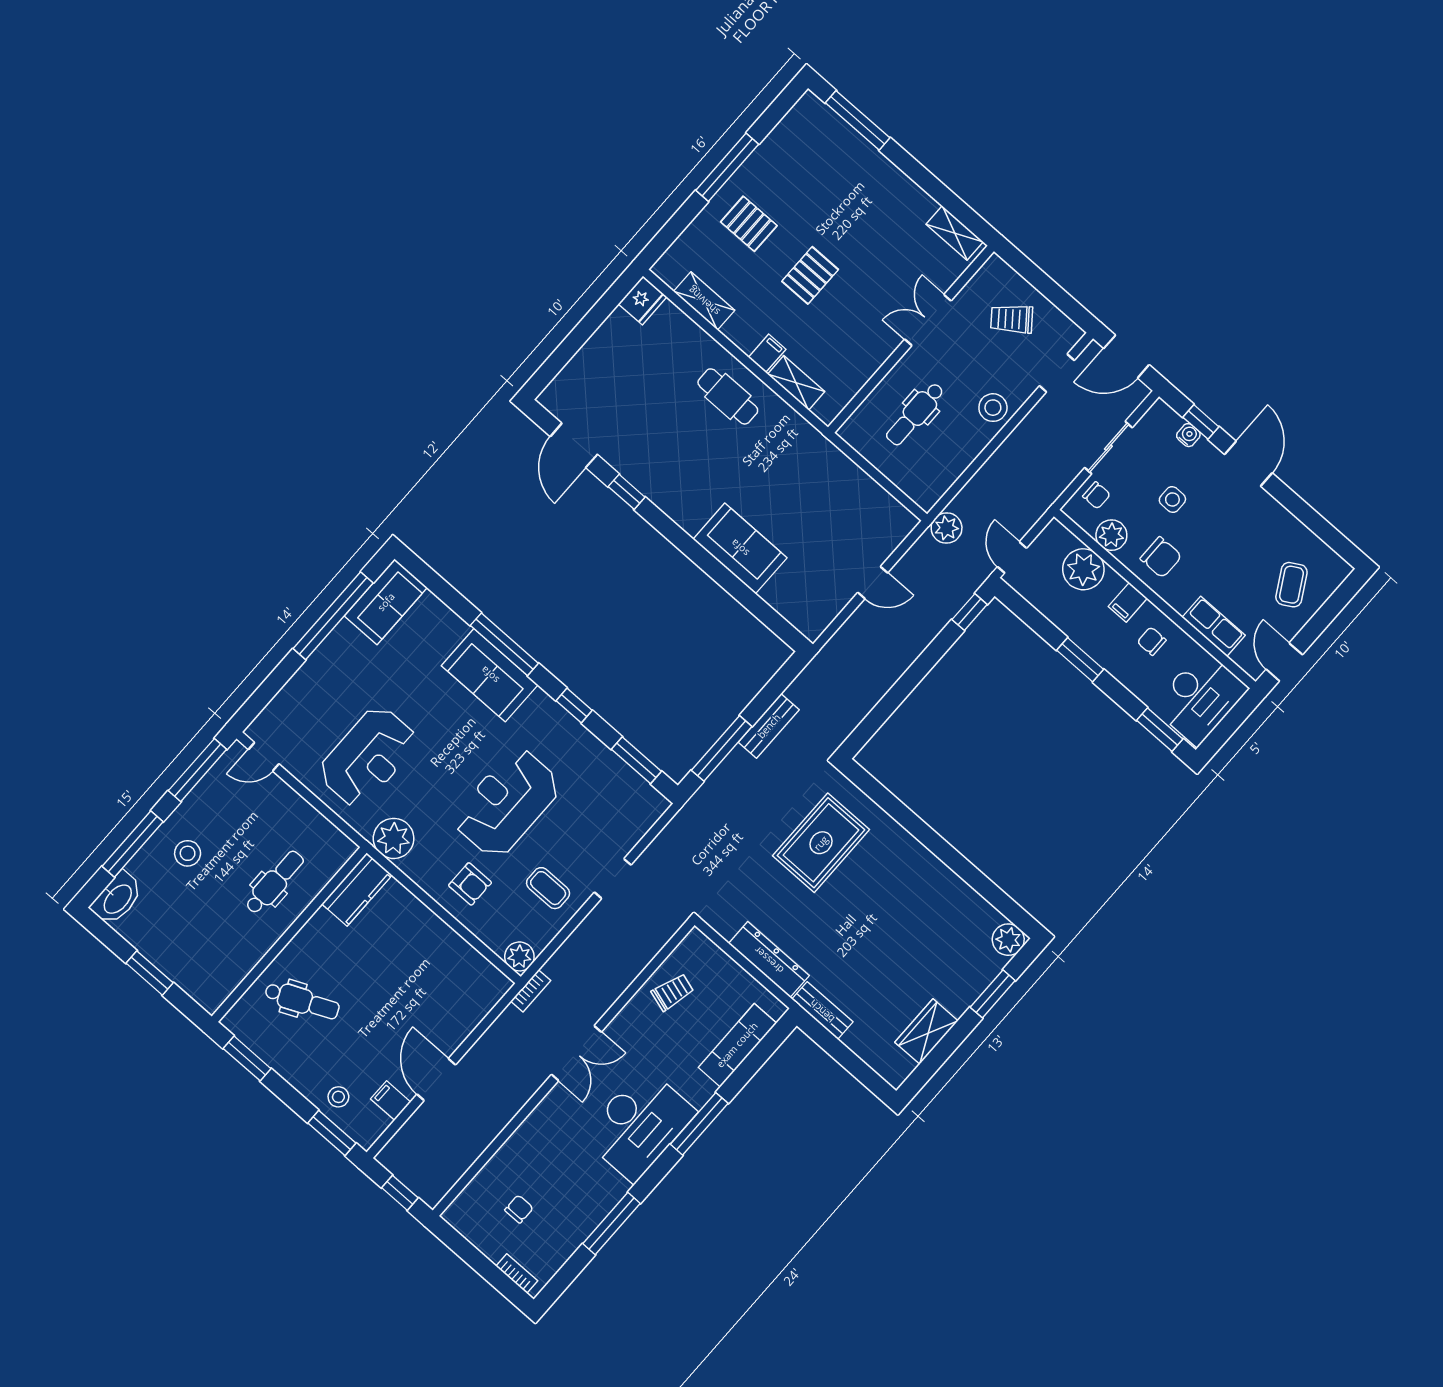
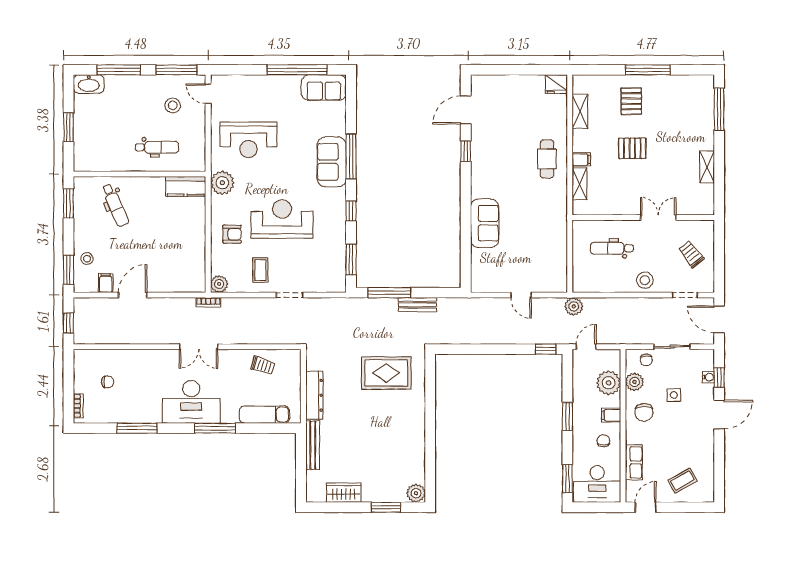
shelving: (955, 233) -> (707, 167), moved
stool: (188, 853) -> (173, 105), moved
armchair: (470, 884) -> (232, 234), turned -90
bench: (822, 1011) -> (313, 445), width x1.36

